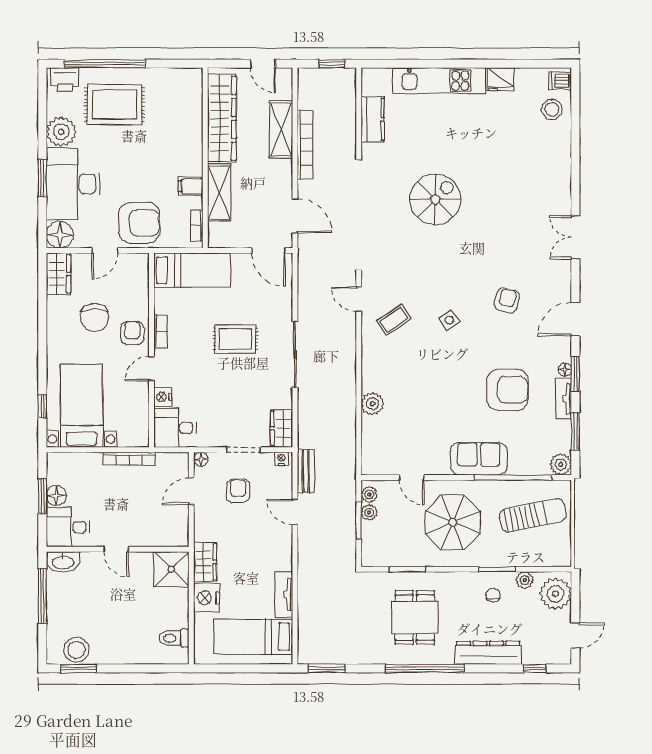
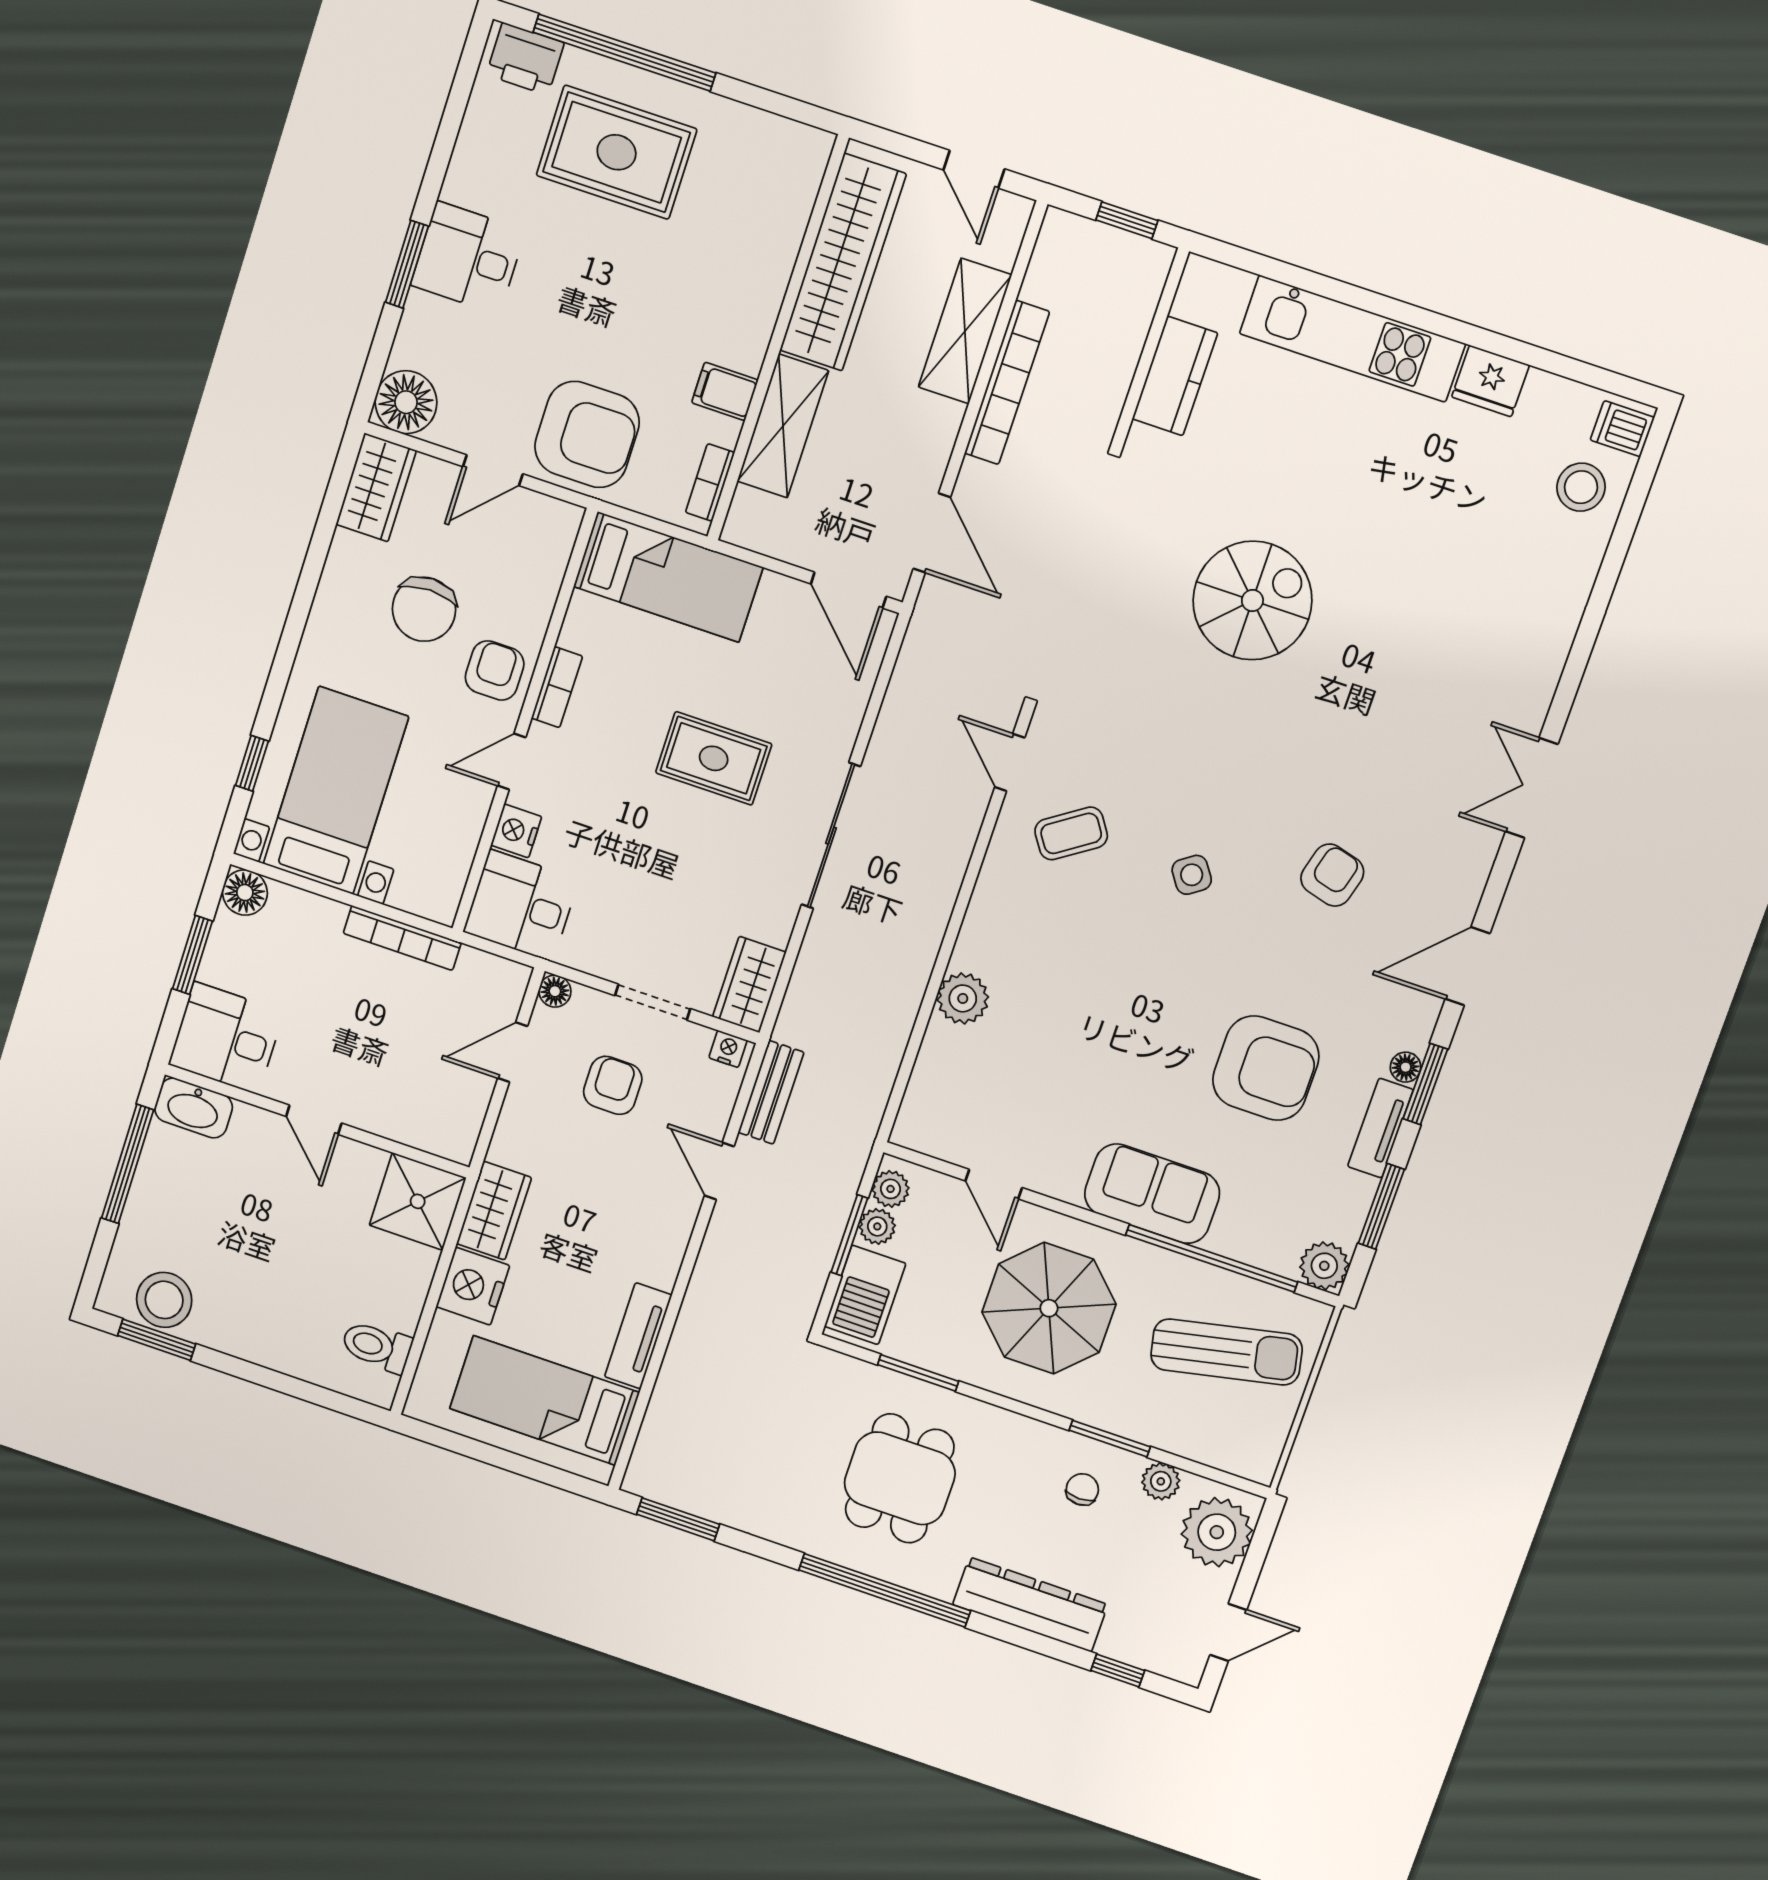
plant: (61, 132) -> (480, 174), removed
desk: (73, 184) -> (468, 258), width x0.53, depth x0.77
floor lamp: (56, 496) -> (245, 893), moved
barbecue: (374, 544) -> (865, 1295), added

